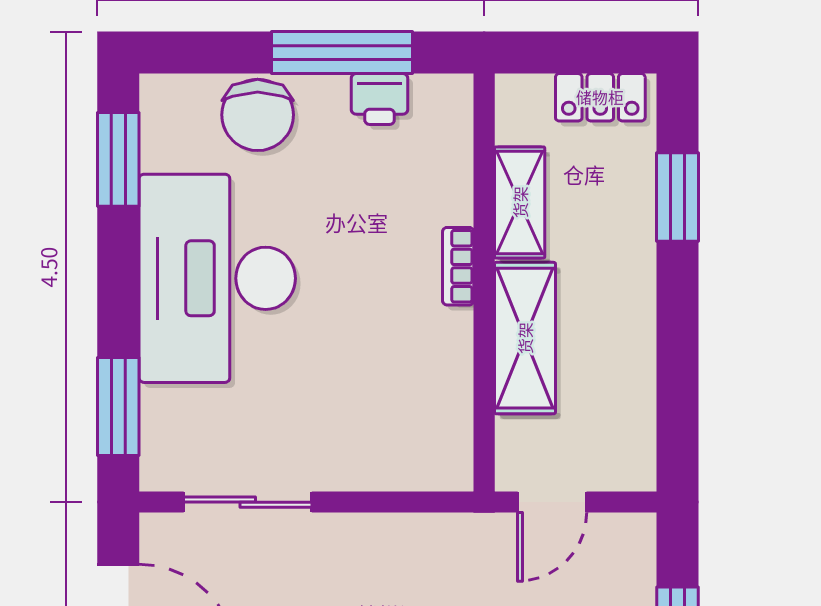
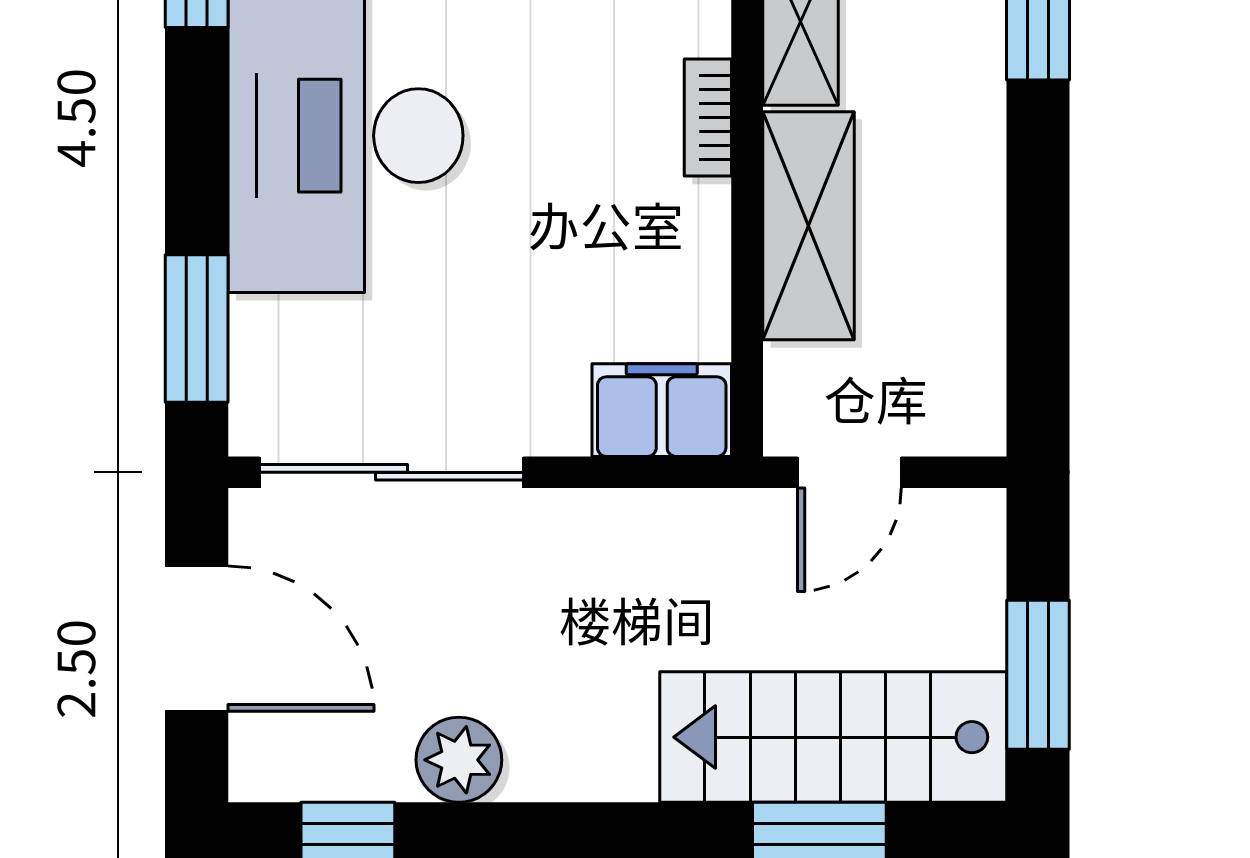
filing cabinet: (427, 461) -> (662, 410), added
sliding door: (248, 502) -> (391, 472), width x1.37

